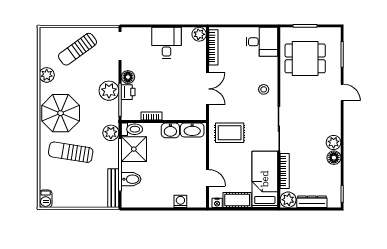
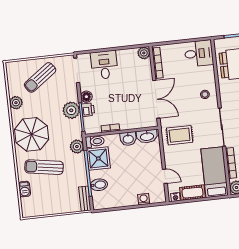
desk: (166, 43) -> (104, 65), moved
double door: (208, 89) -> (156, 99), width x1.37
bench: (113, 188) -> (85, 199), width x0.73
barbecue: (46, 199) -> (24, 189), moved

